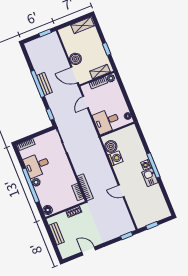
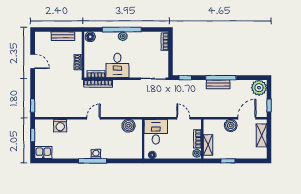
shelving: (83, 25) -> (262, 135), moved
plant: (33, 48) -> (259, 88), added
door: (75, 75) -> (247, 118), moved
washing machine: (116, 158) -> (60, 126), moved
desk: (37, 165) -> (117, 65), moved, turned 180
kitchen sink: (150, 177) -> (43, 153), moved
door: (121, 191) -> (94, 118), moved
door: (89, 251) -> (33, 61), hinge flipped

